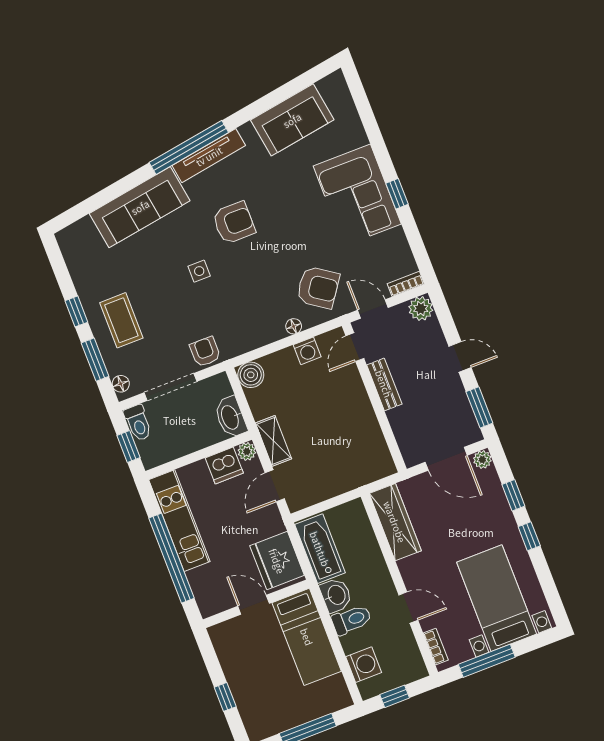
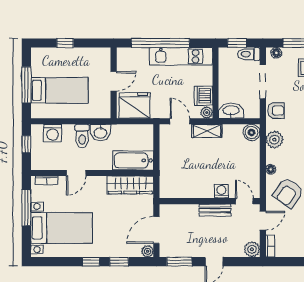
plant: (248, 338) -> (274, 140), added
washing machine: (307, 351) -> (221, 191), moved, turned 90
bathtub: (320, 549) -> (133, 160), moved, turned 180
bed: (307, 637) -> (59, 90), moved, turned 180

